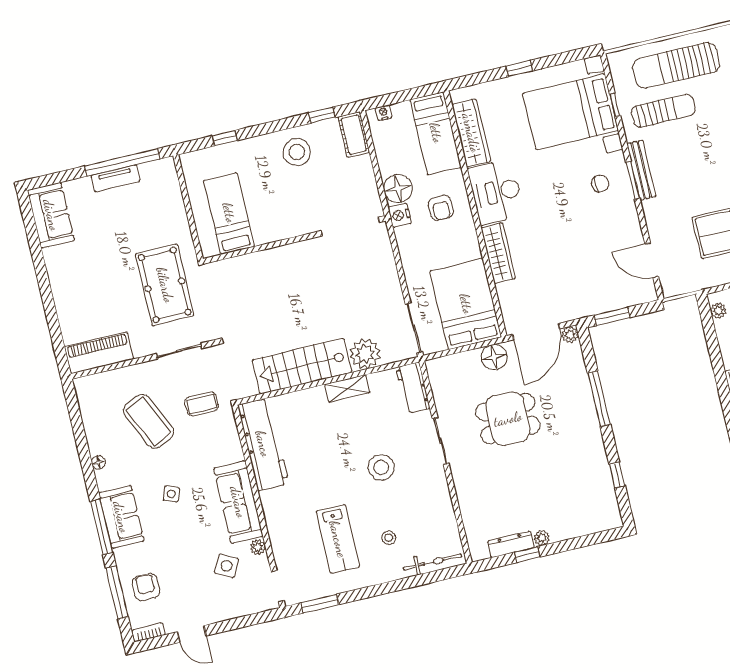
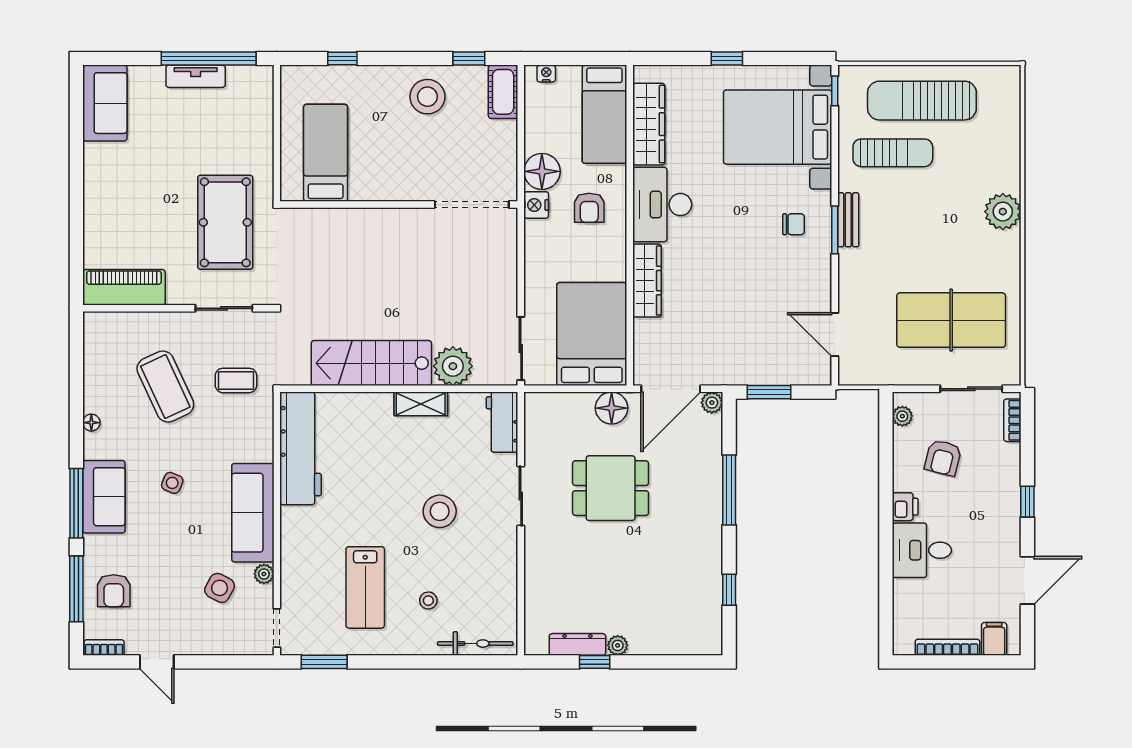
window: (615, 105) -> (835, 91), moved
bench: (641, 170) -> (848, 220), width x0.73
armchair: (146, 587) -> (114, 591), turned 180

